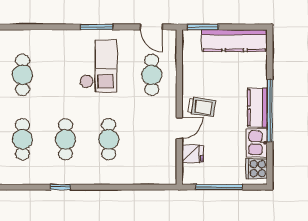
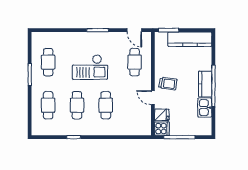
checkout: (98, 66) -> (90, 67), moved, turned 90
door: (179, 128) -> (153, 98), swing flipped
cooker: (256, 169) -> (162, 129), moved, turned 180

